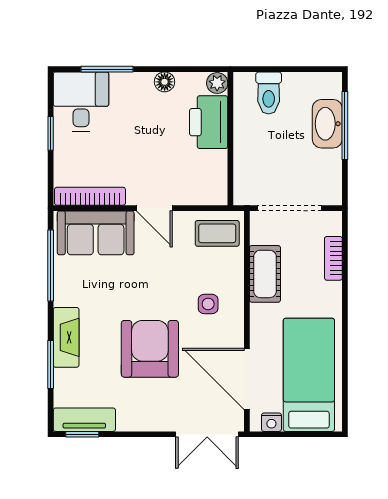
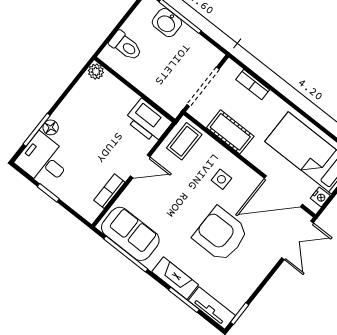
floor lamp: (165, 82) -> (51, 127), moved
printer: (209, 122) -> (148, 121), moved
washbasin: (327, 124) -> (167, 23), width x0.72
bookcase: (90, 196) -> (109, 191), width x0.64
sofa: (96, 233) -> (130, 234), moved, turned -90
tv unit: (84, 420) -> (212, 308), moved, turned 90

